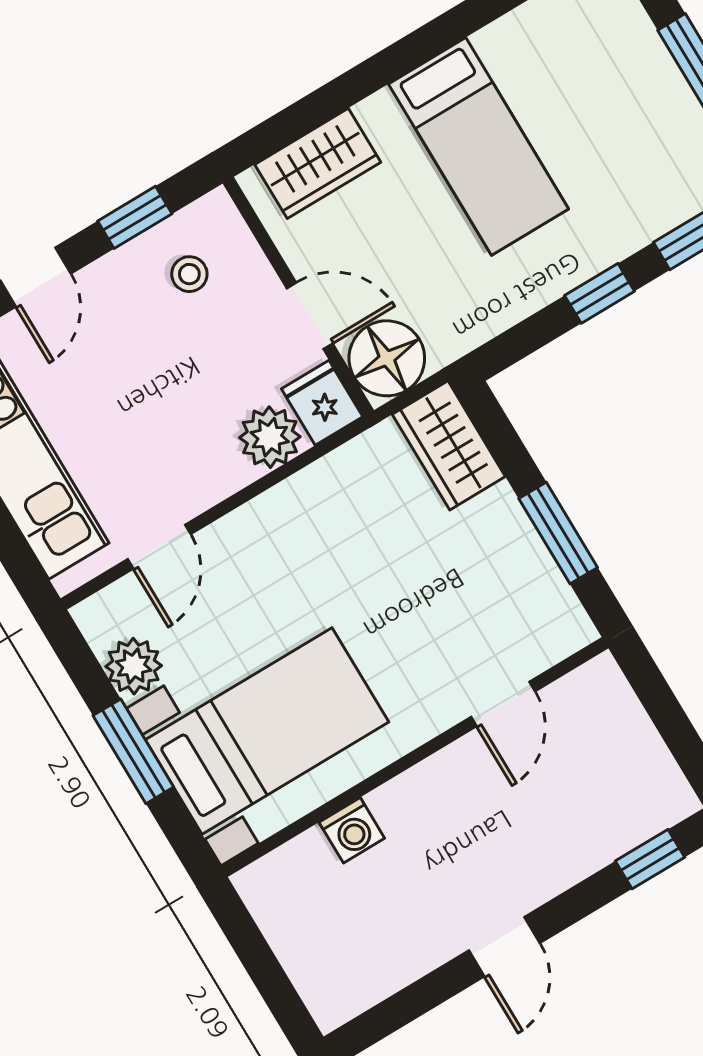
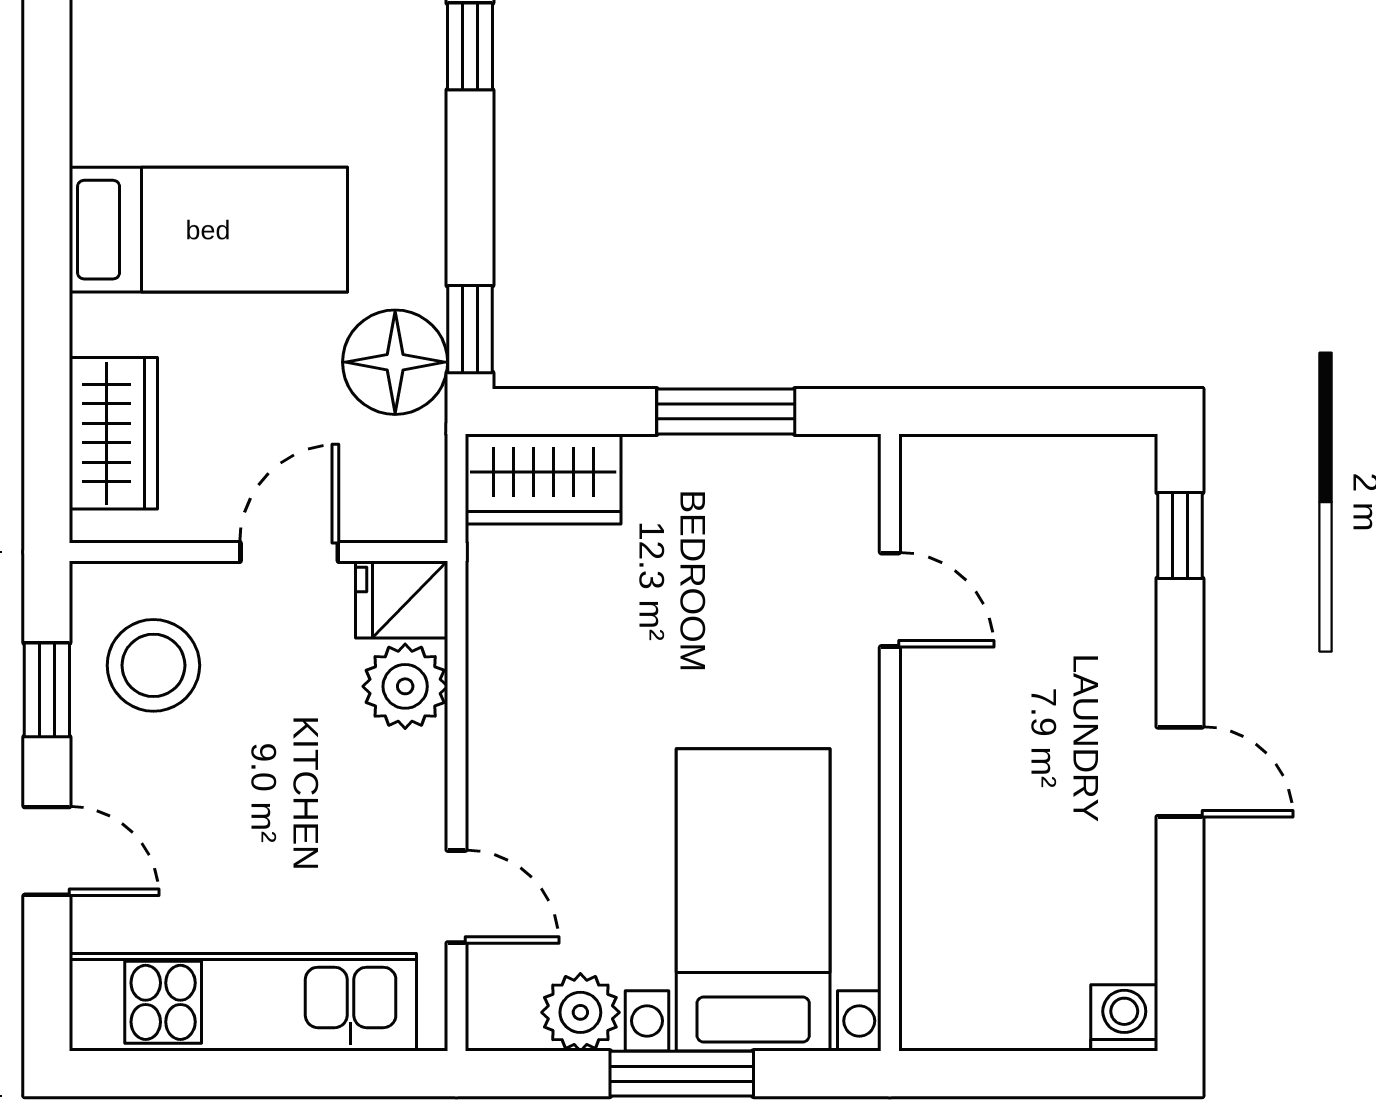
stool: (189, 274) -> (153, 665), width x1.89, depth x1.89
window: (600, 293) -> (470, 329), moved
floor lamp: (387, 358) -> (395, 362), moved
washing machine: (352, 830) -> (1124, 1018), moved, turned -90

